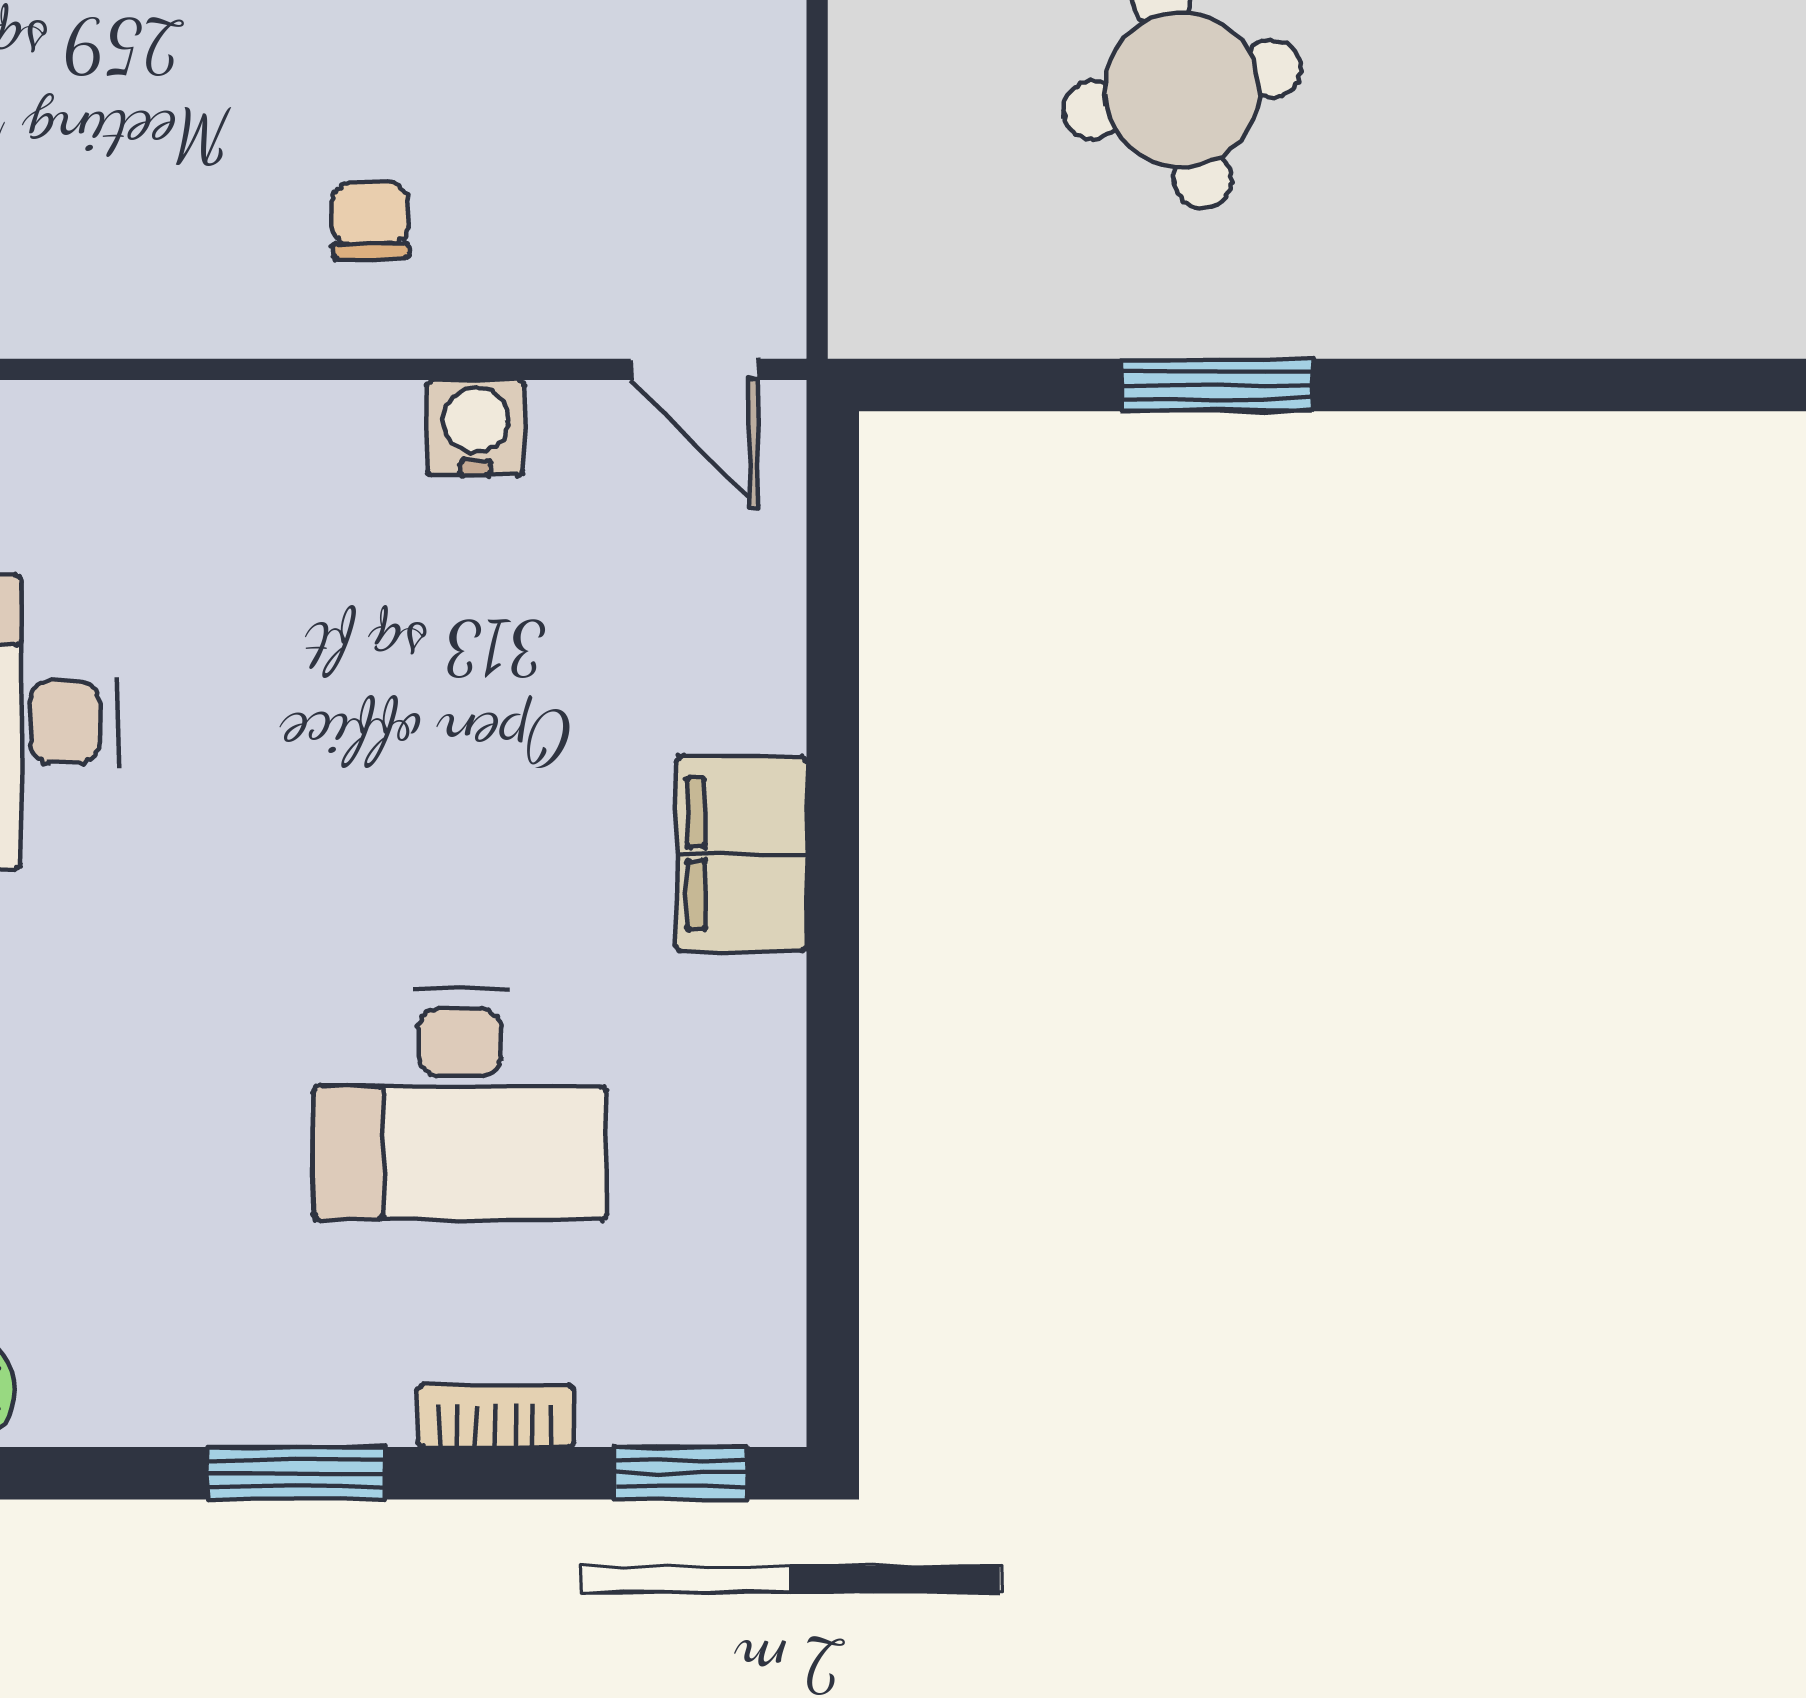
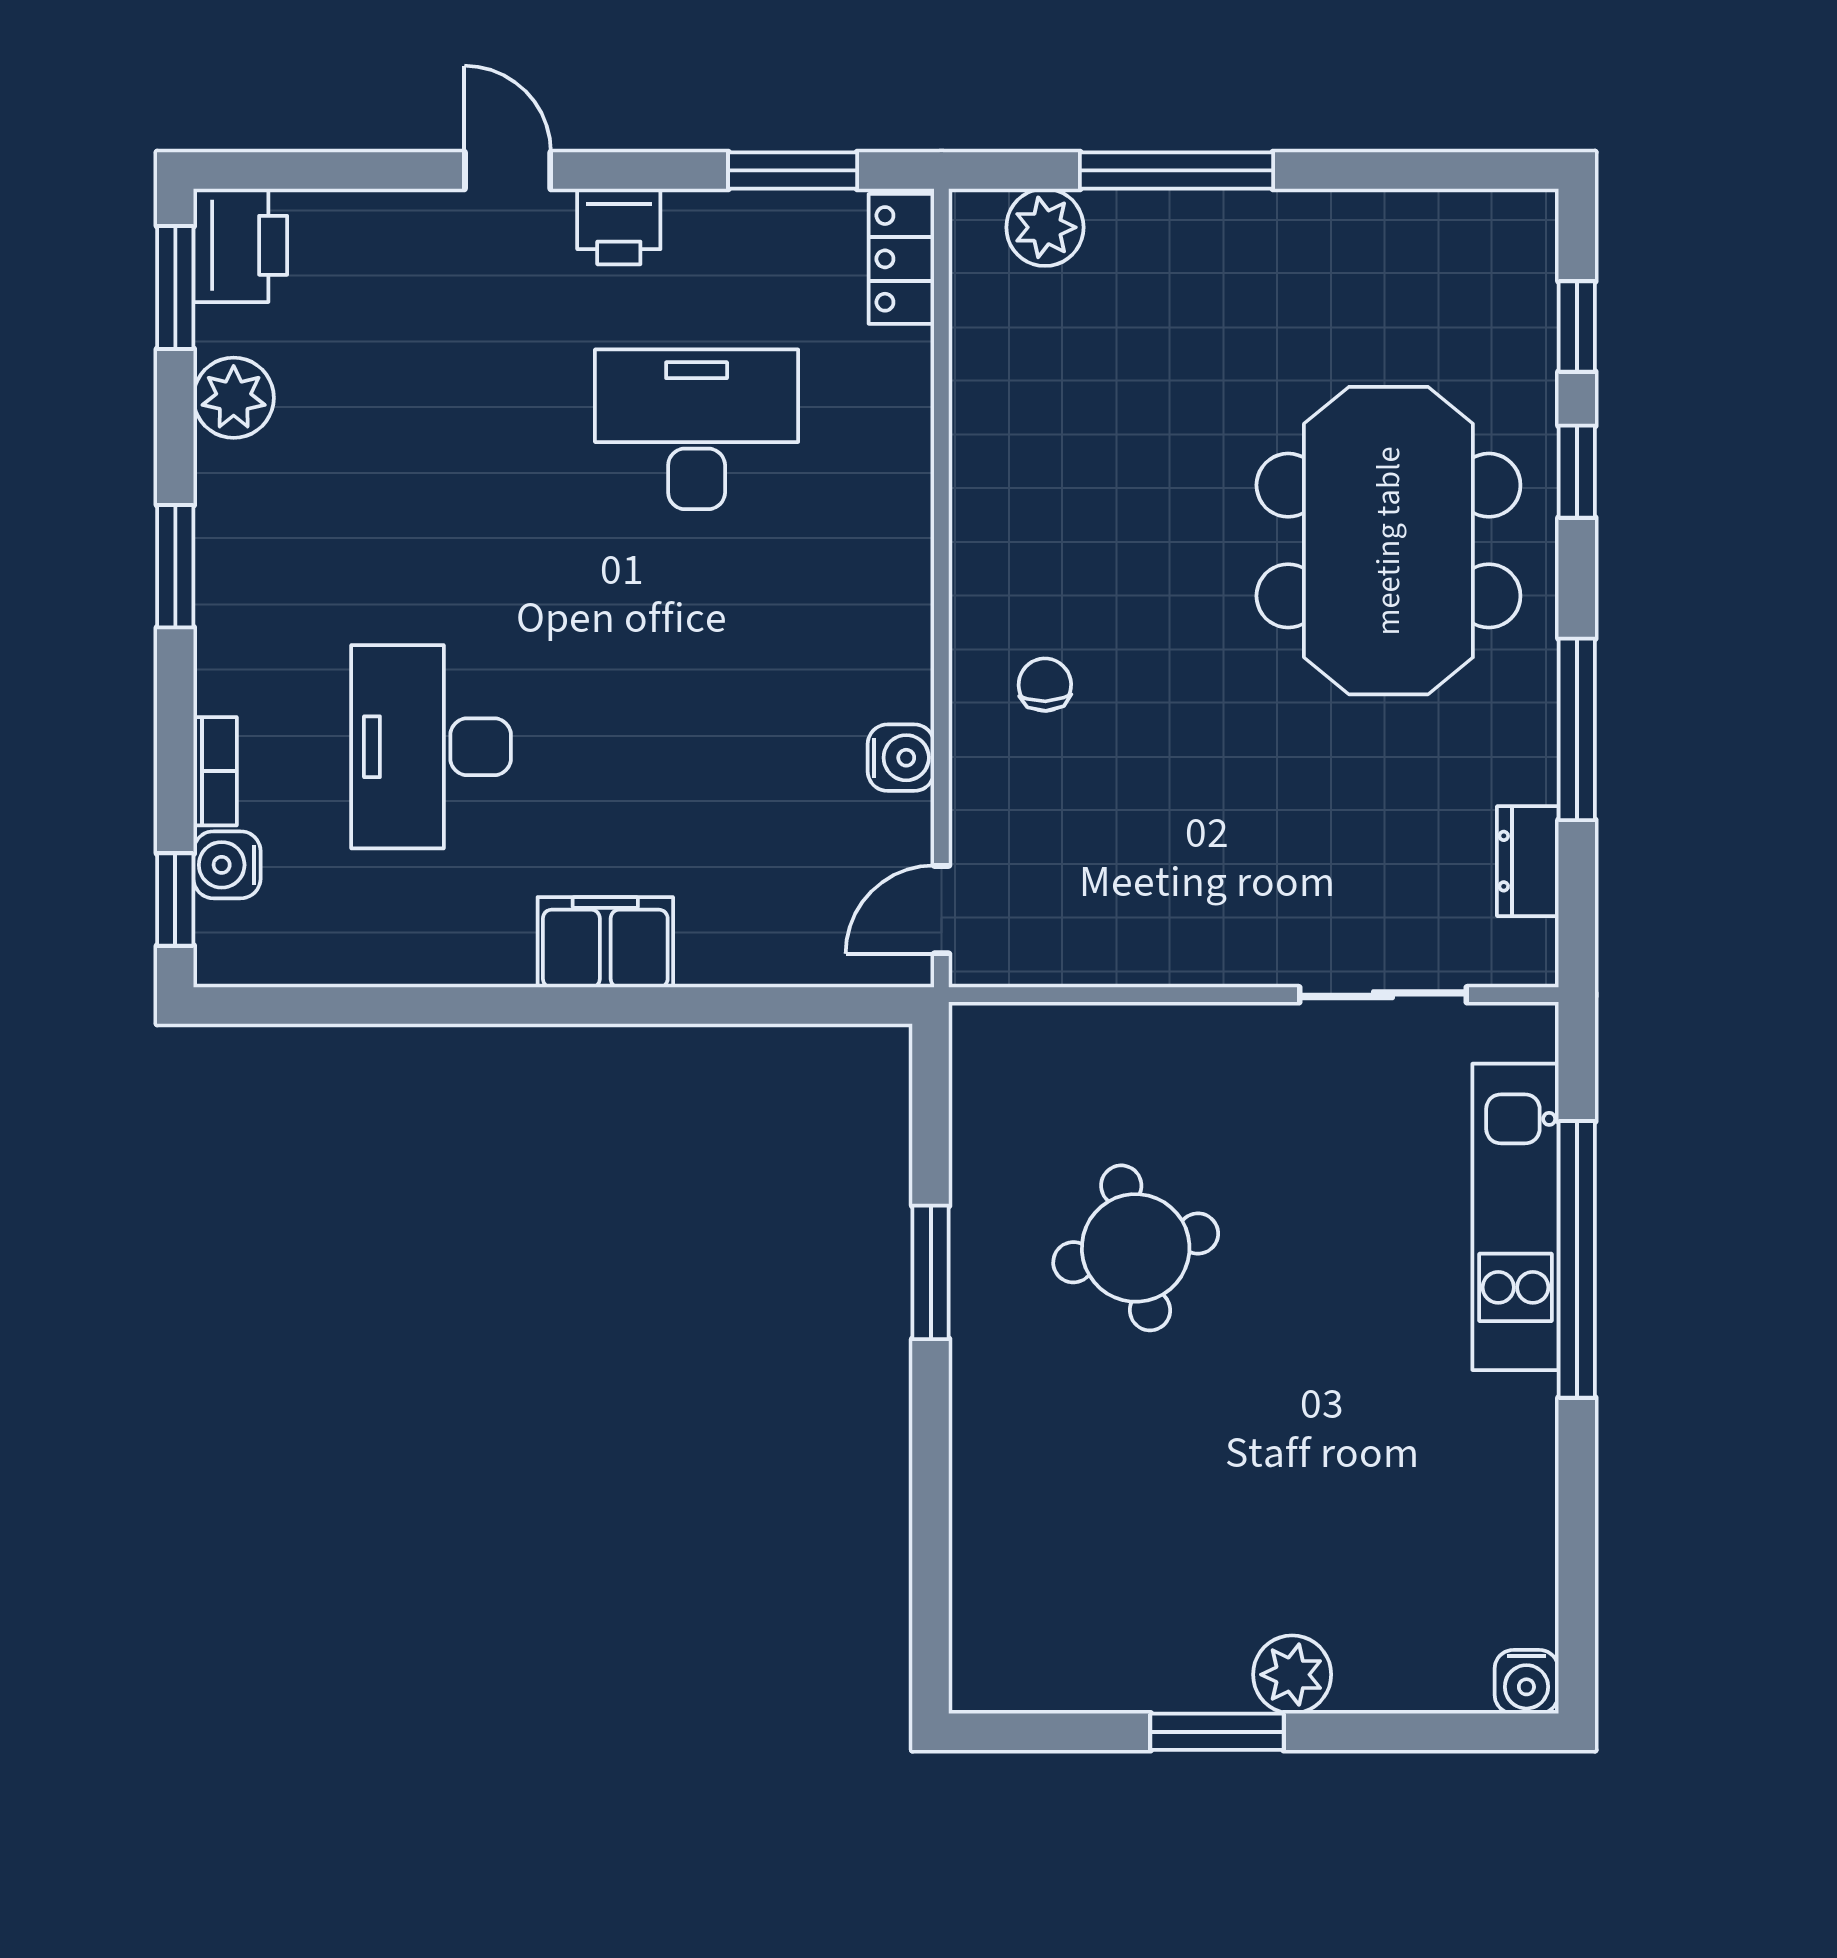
chair: (370, 220) -> (1045, 685), turned -91
water cooler: (630, 1399) -> (227, 865), added
window: (296, 1473) -> (175, 566), moved

